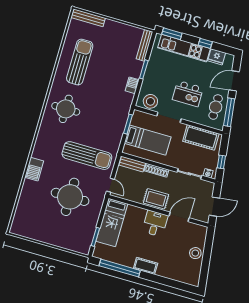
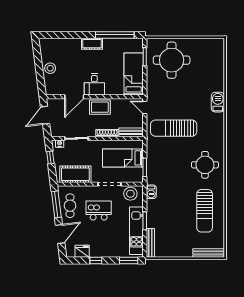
kitchen unit: (184, 48) -> (136, 231), moved, turned -90
barbecue: (132, 85) -> (151, 192), moved
round table: (70, 197) -> (172, 60), moved

